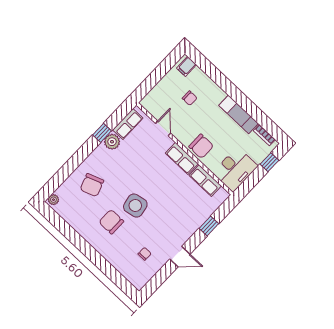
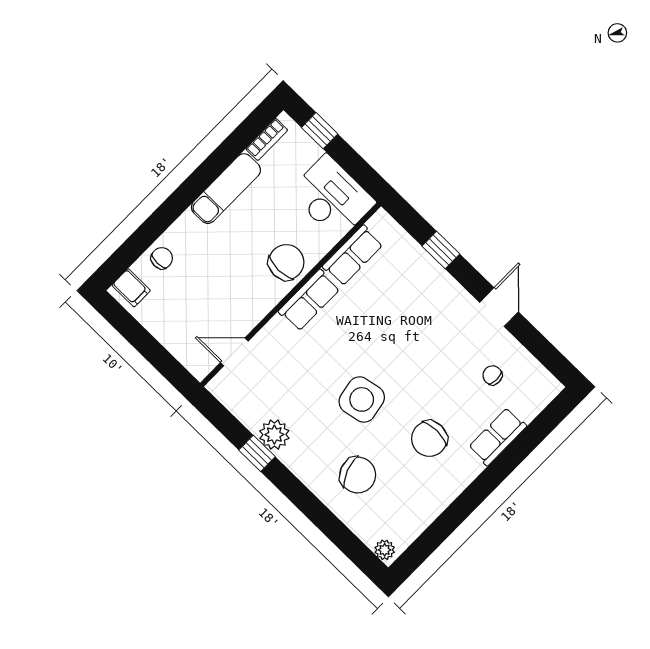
chair: (190, 98) -> (162, 258), moved
row of seats: (128, 124) -> (497, 437), moved, turned -90
door: (163, 128) -> (234, 352), moved
side table: (135, 206) -> (362, 399), moved

